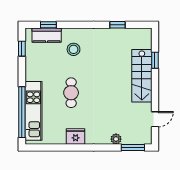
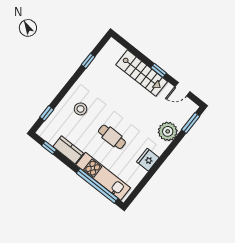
kitchen counter: (47, 35) -> (68, 150), moved, turned -90
window: (155, 60) -> (159, 70), moved
door: (155, 119) -> (182, 89), swing flipped
plant: (116, 139) -> (168, 131), width x1.88, depth x1.88

